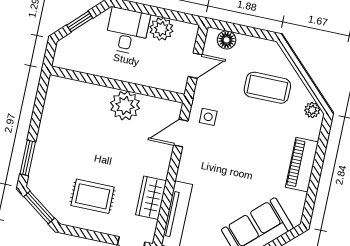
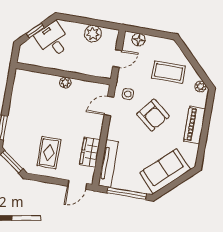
desk: (127, 31) -> (53, 40), moved, turned -45
plant: (125, 106) -> (65, 83), width x0.53, depth x0.53
armchair: (243, 148) -> (153, 115), added
rug: (93, 196) -> (49, 153), turned 90

